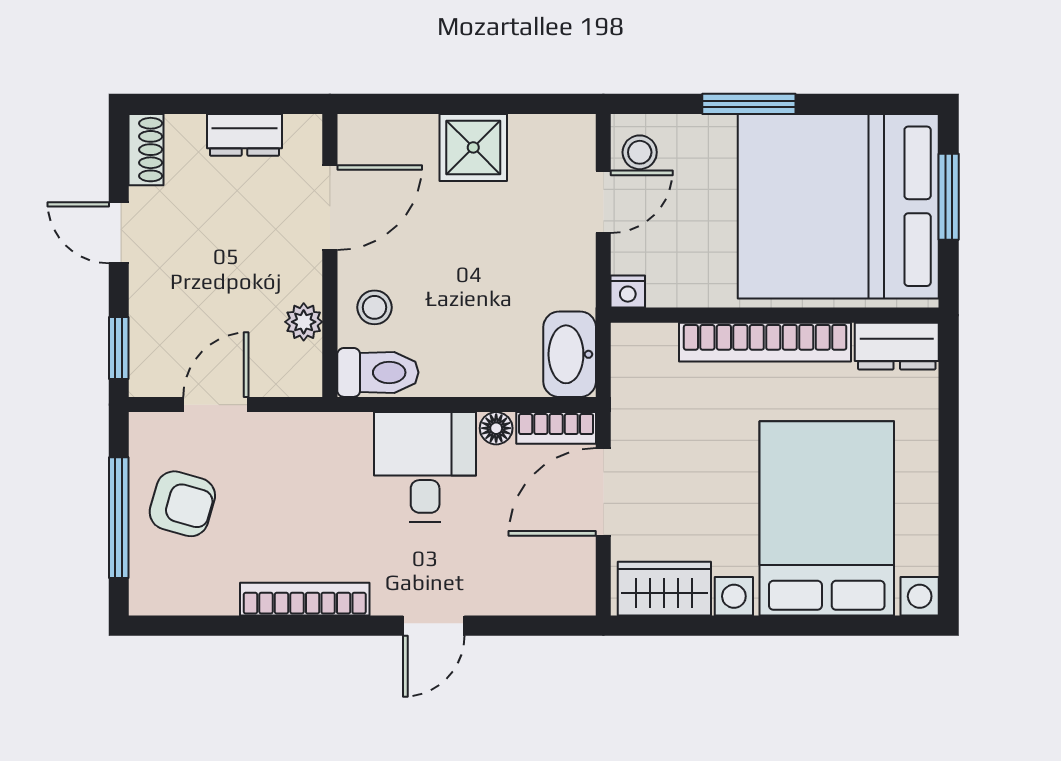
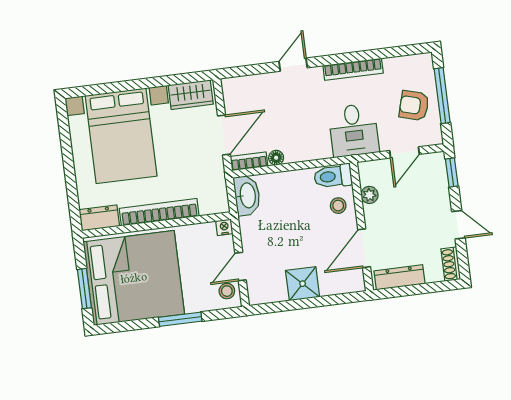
dresser: (244, 135) -> (400, 277), width x1.44
desk: (425, 467) -> (354, 130), moved

